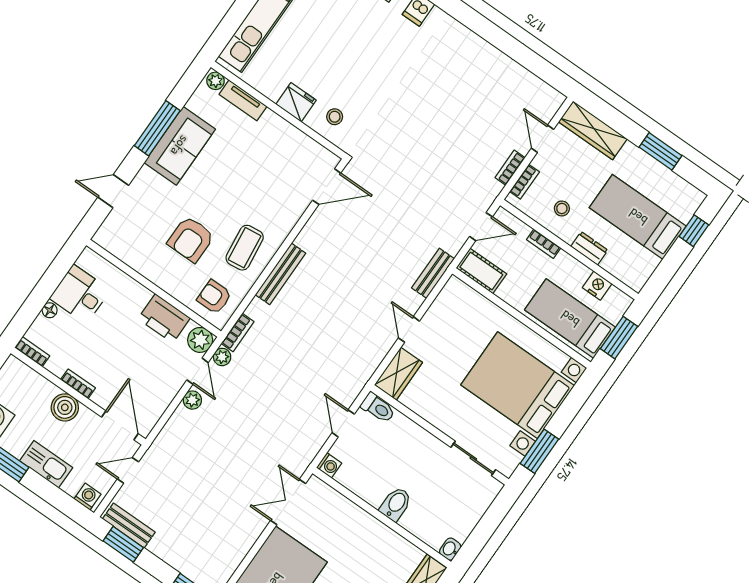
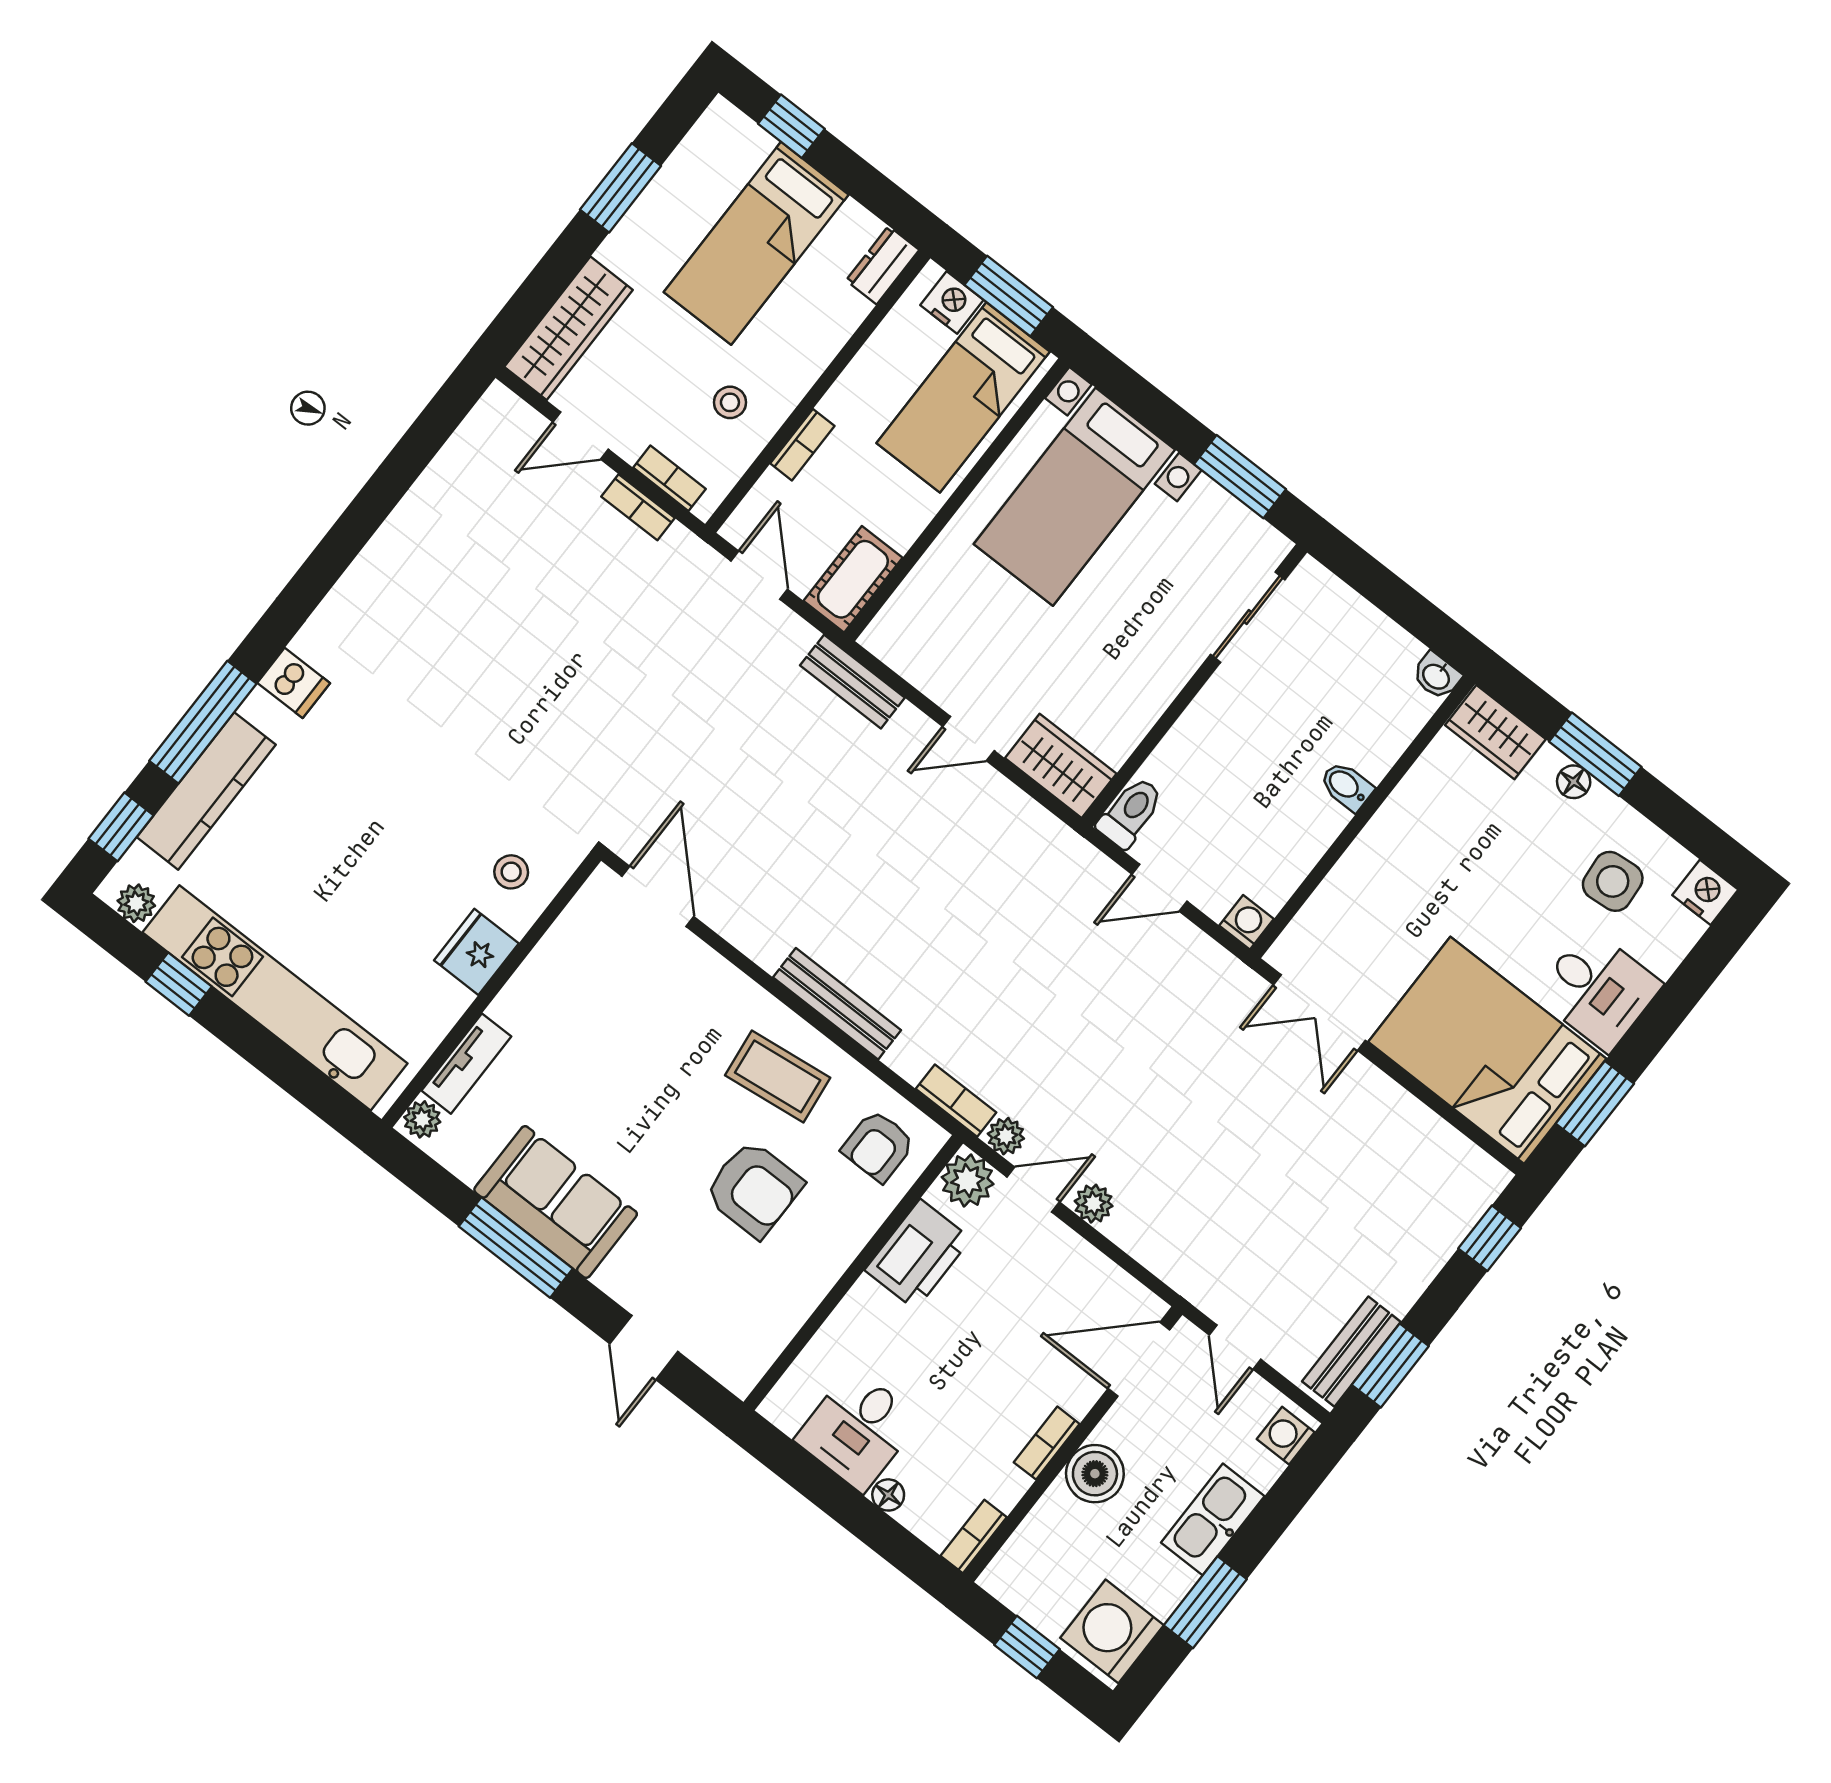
dresser: (589, 248) -> (883, 265), moved
nightstand: (597, 286) -> (952, 302), moved, turned 90
bed with nightstands: (518, 385) -> (1074, 497), width x0.73
bidet: (396, 504) -> (1346, 786), width x0.72, depth x0.74

